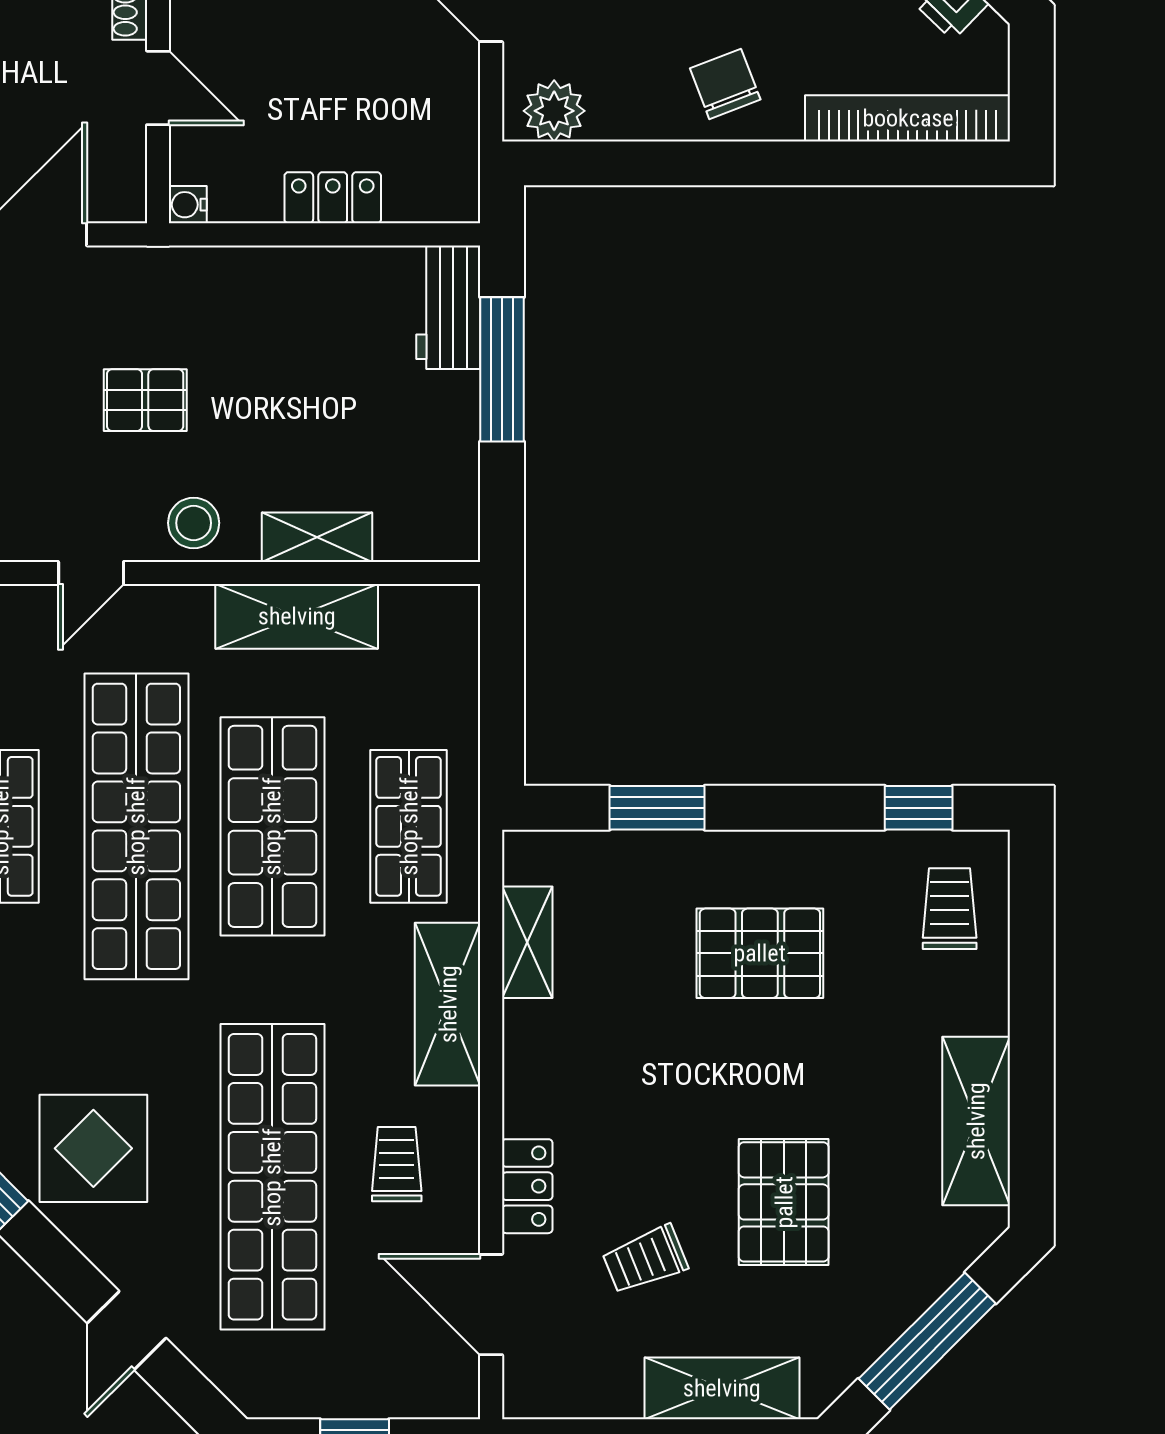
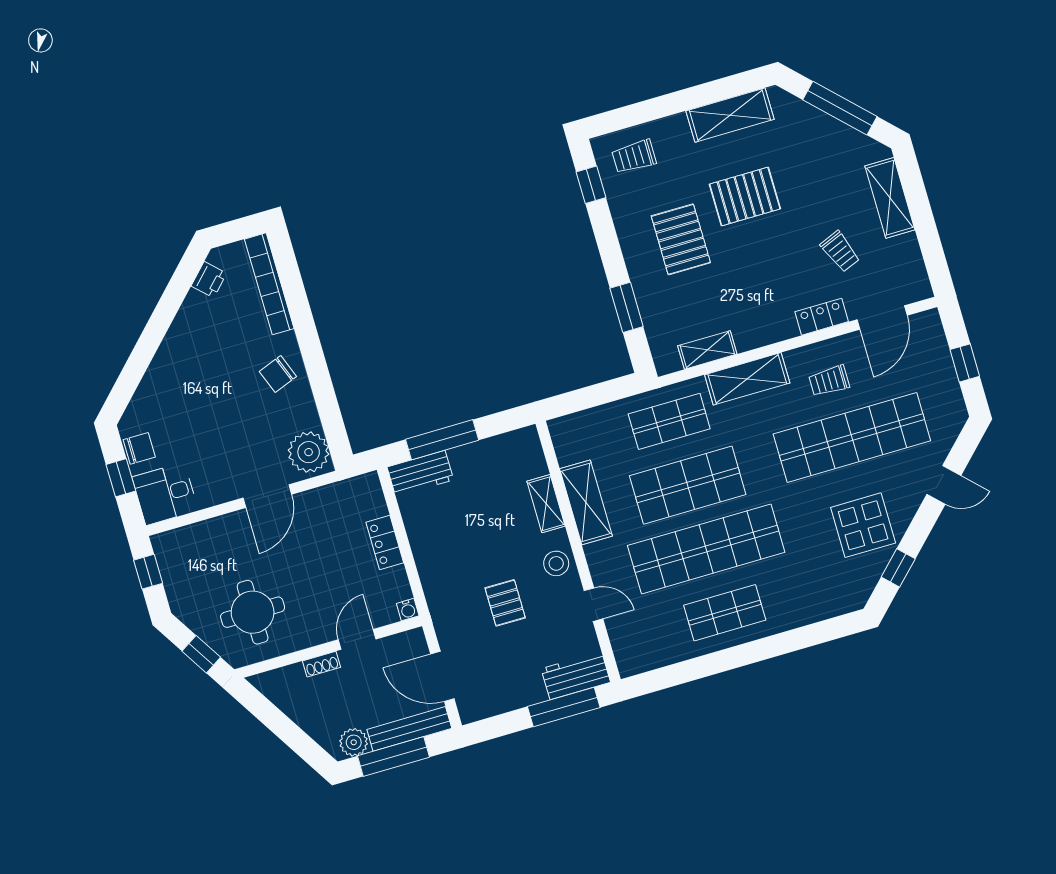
plant: (554, 111) -> (309, 452), width x1.36, depth x1.36
pallet: (784, 1202) -> (745, 196), moved

